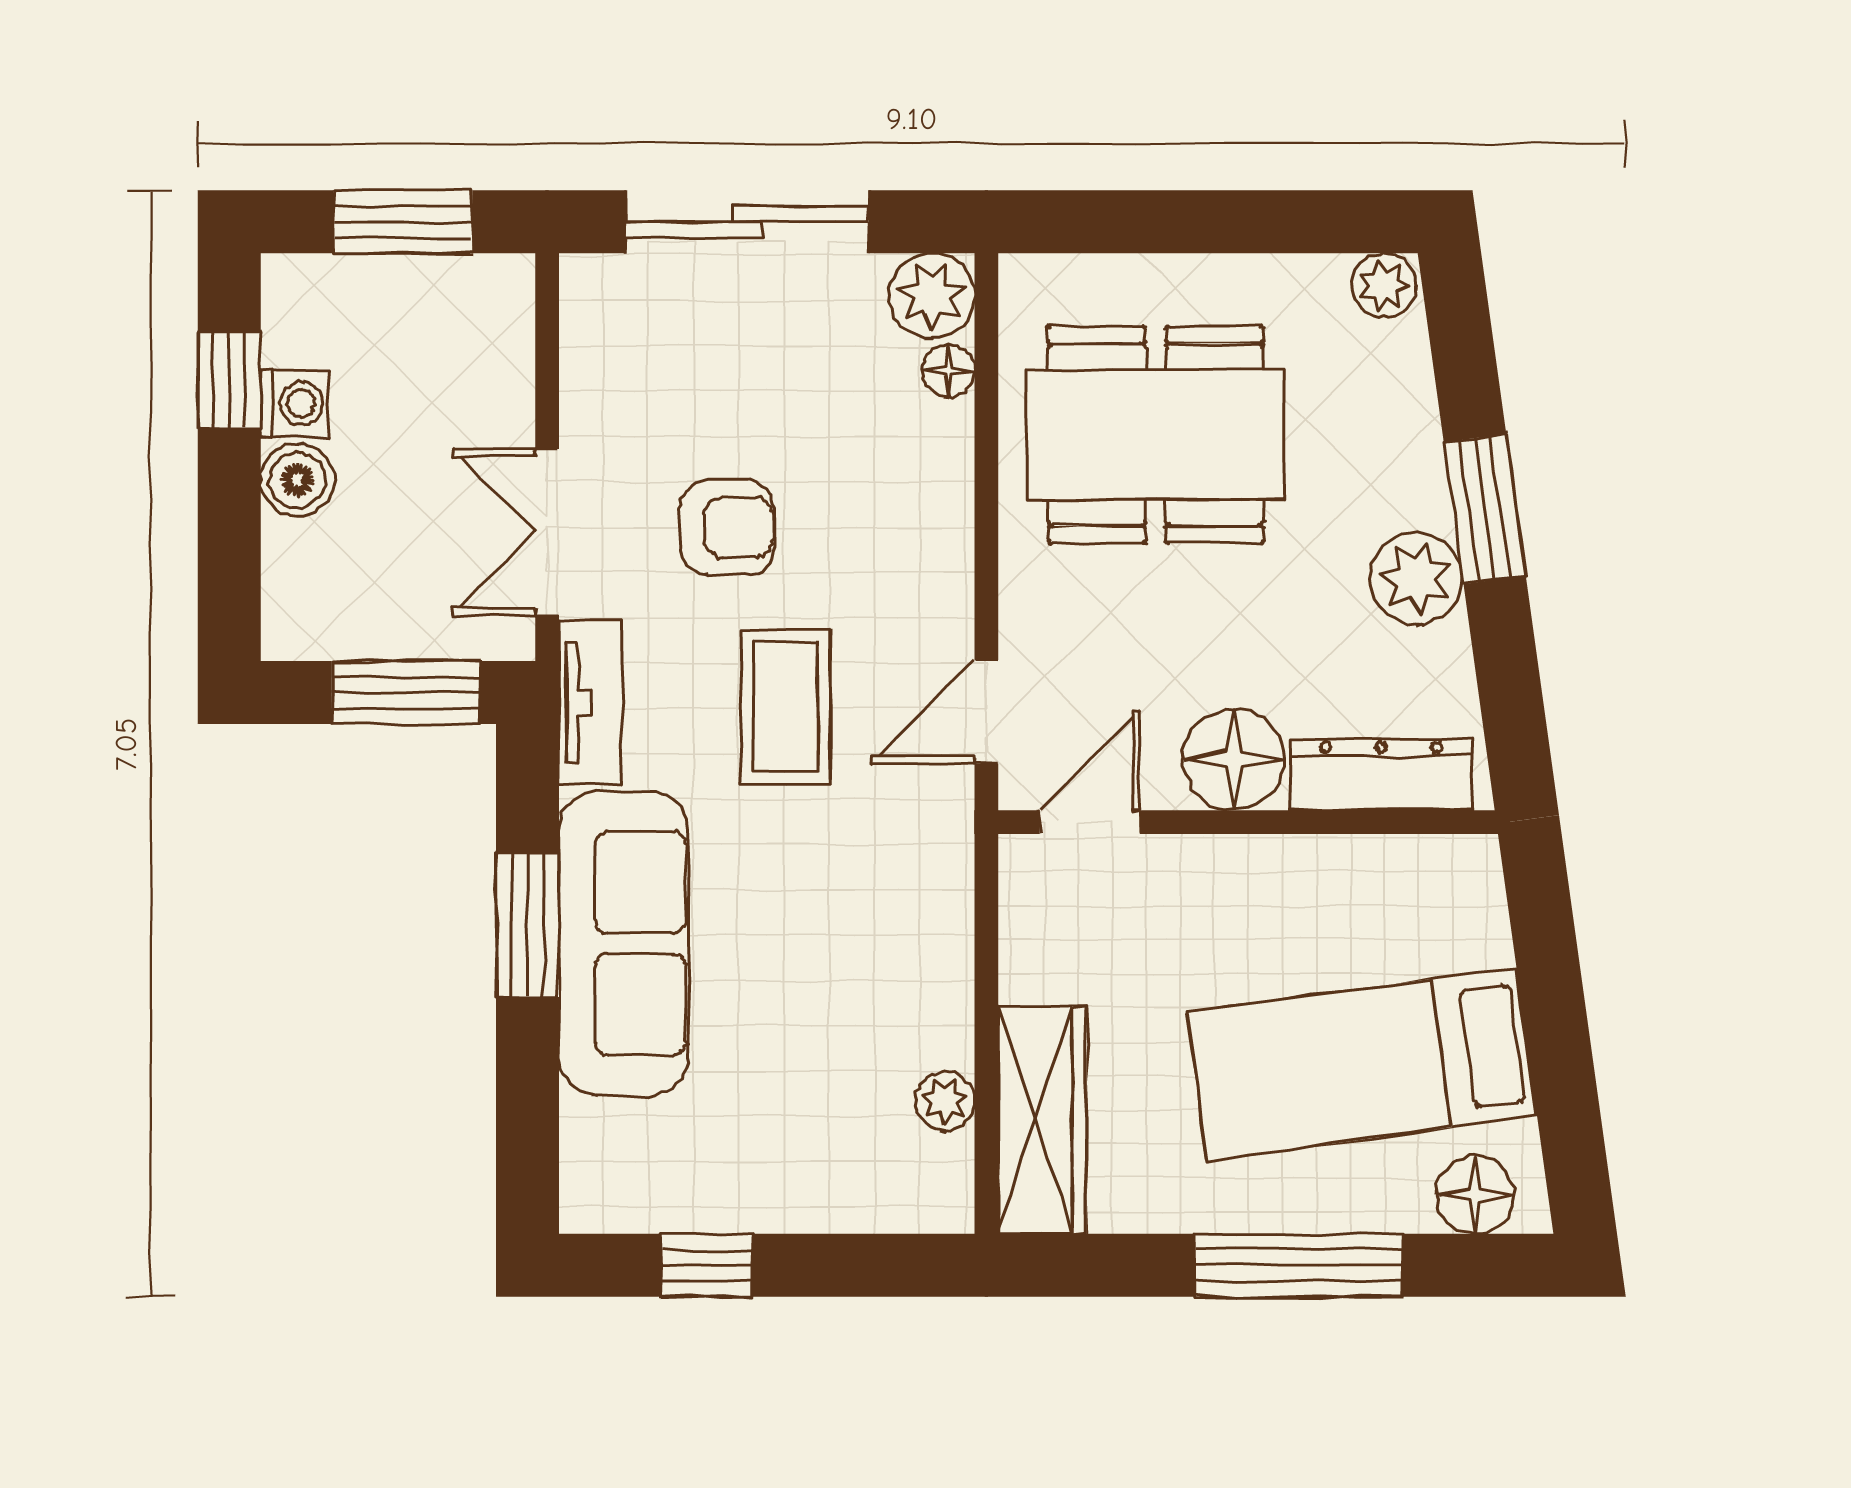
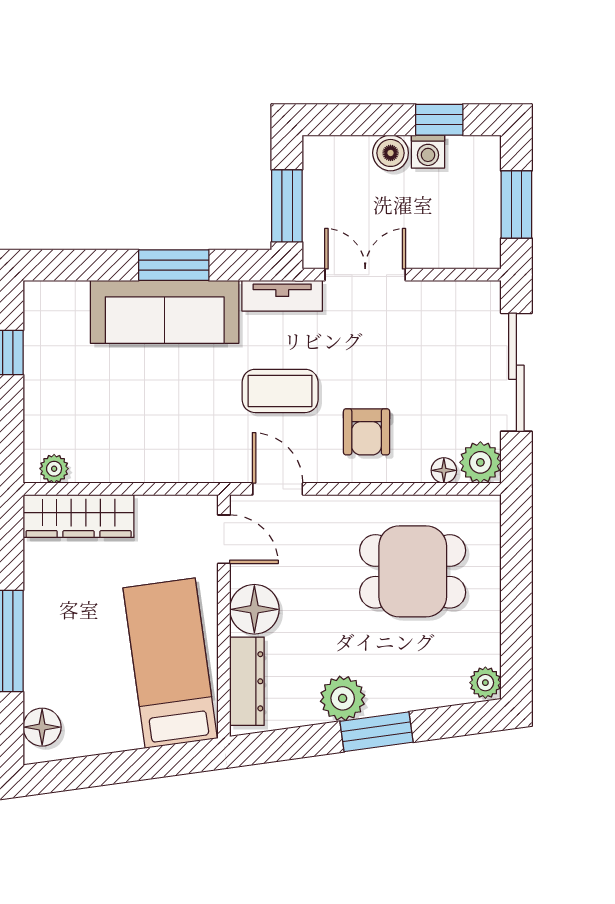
dining table: (1156, 435) -> (413, 571), width x0.73
armchair: (727, 528) -> (367, 432), moved
bed: (1362, 1064) -> (170, 663), moved
plant: (945, 1101) -> (54, 469), moved

